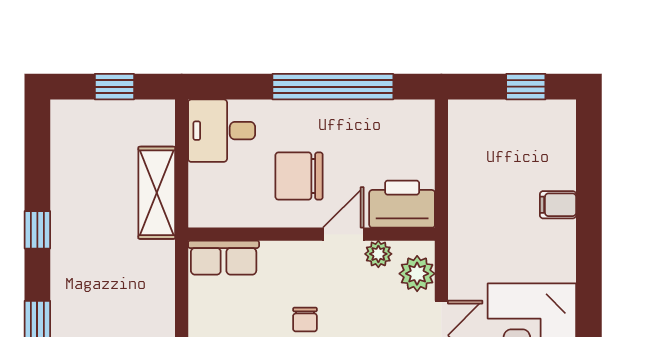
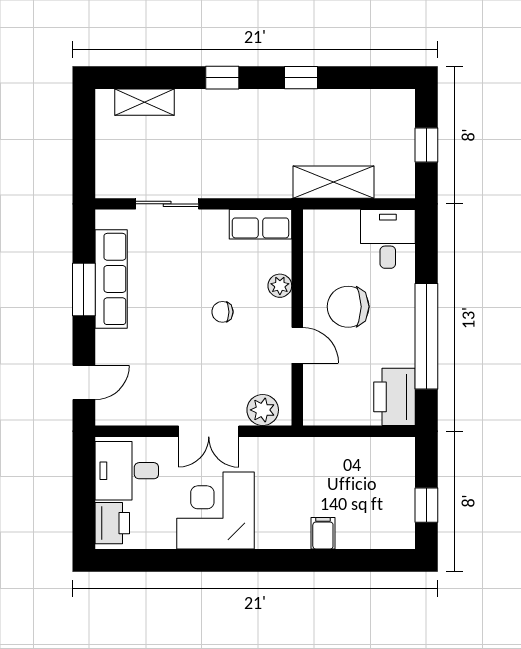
chair: (299, 176) -> (348, 307), turned -90
printer: (402, 204) -> (394, 397), moved, turned 180
plant: (378, 254) -> (280, 286), moved
row of seats: (224, 258) -> (260, 224), moved, turned -90

